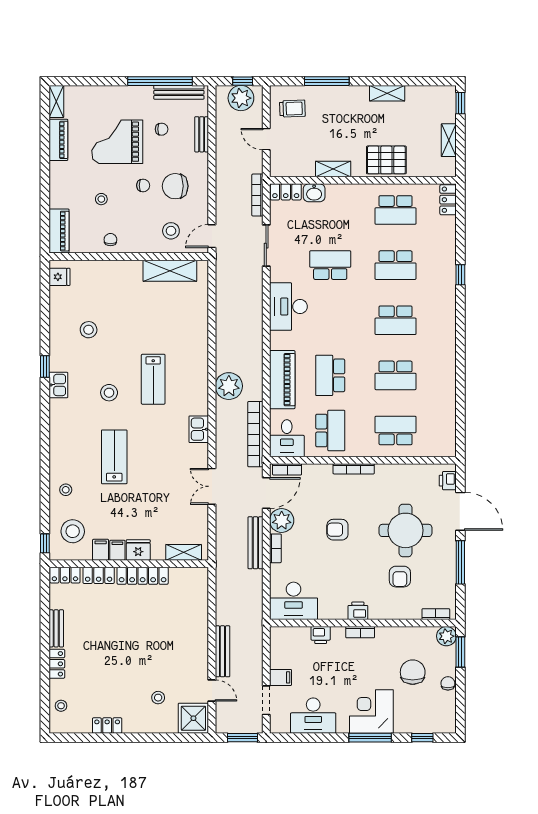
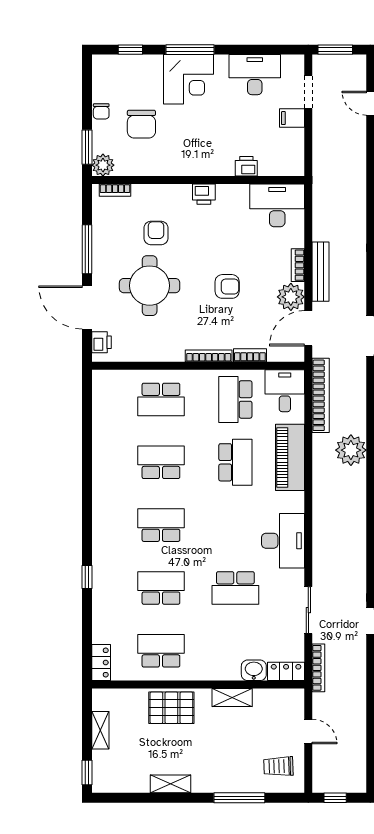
plant: (241, 98) -> (337, 778), removed
bookcase: (287, 469) -> (250, 355), moved
bookcase: (360, 632) -> (201, 170), removed
bench: (222, 651) -> (358, 148), removed

